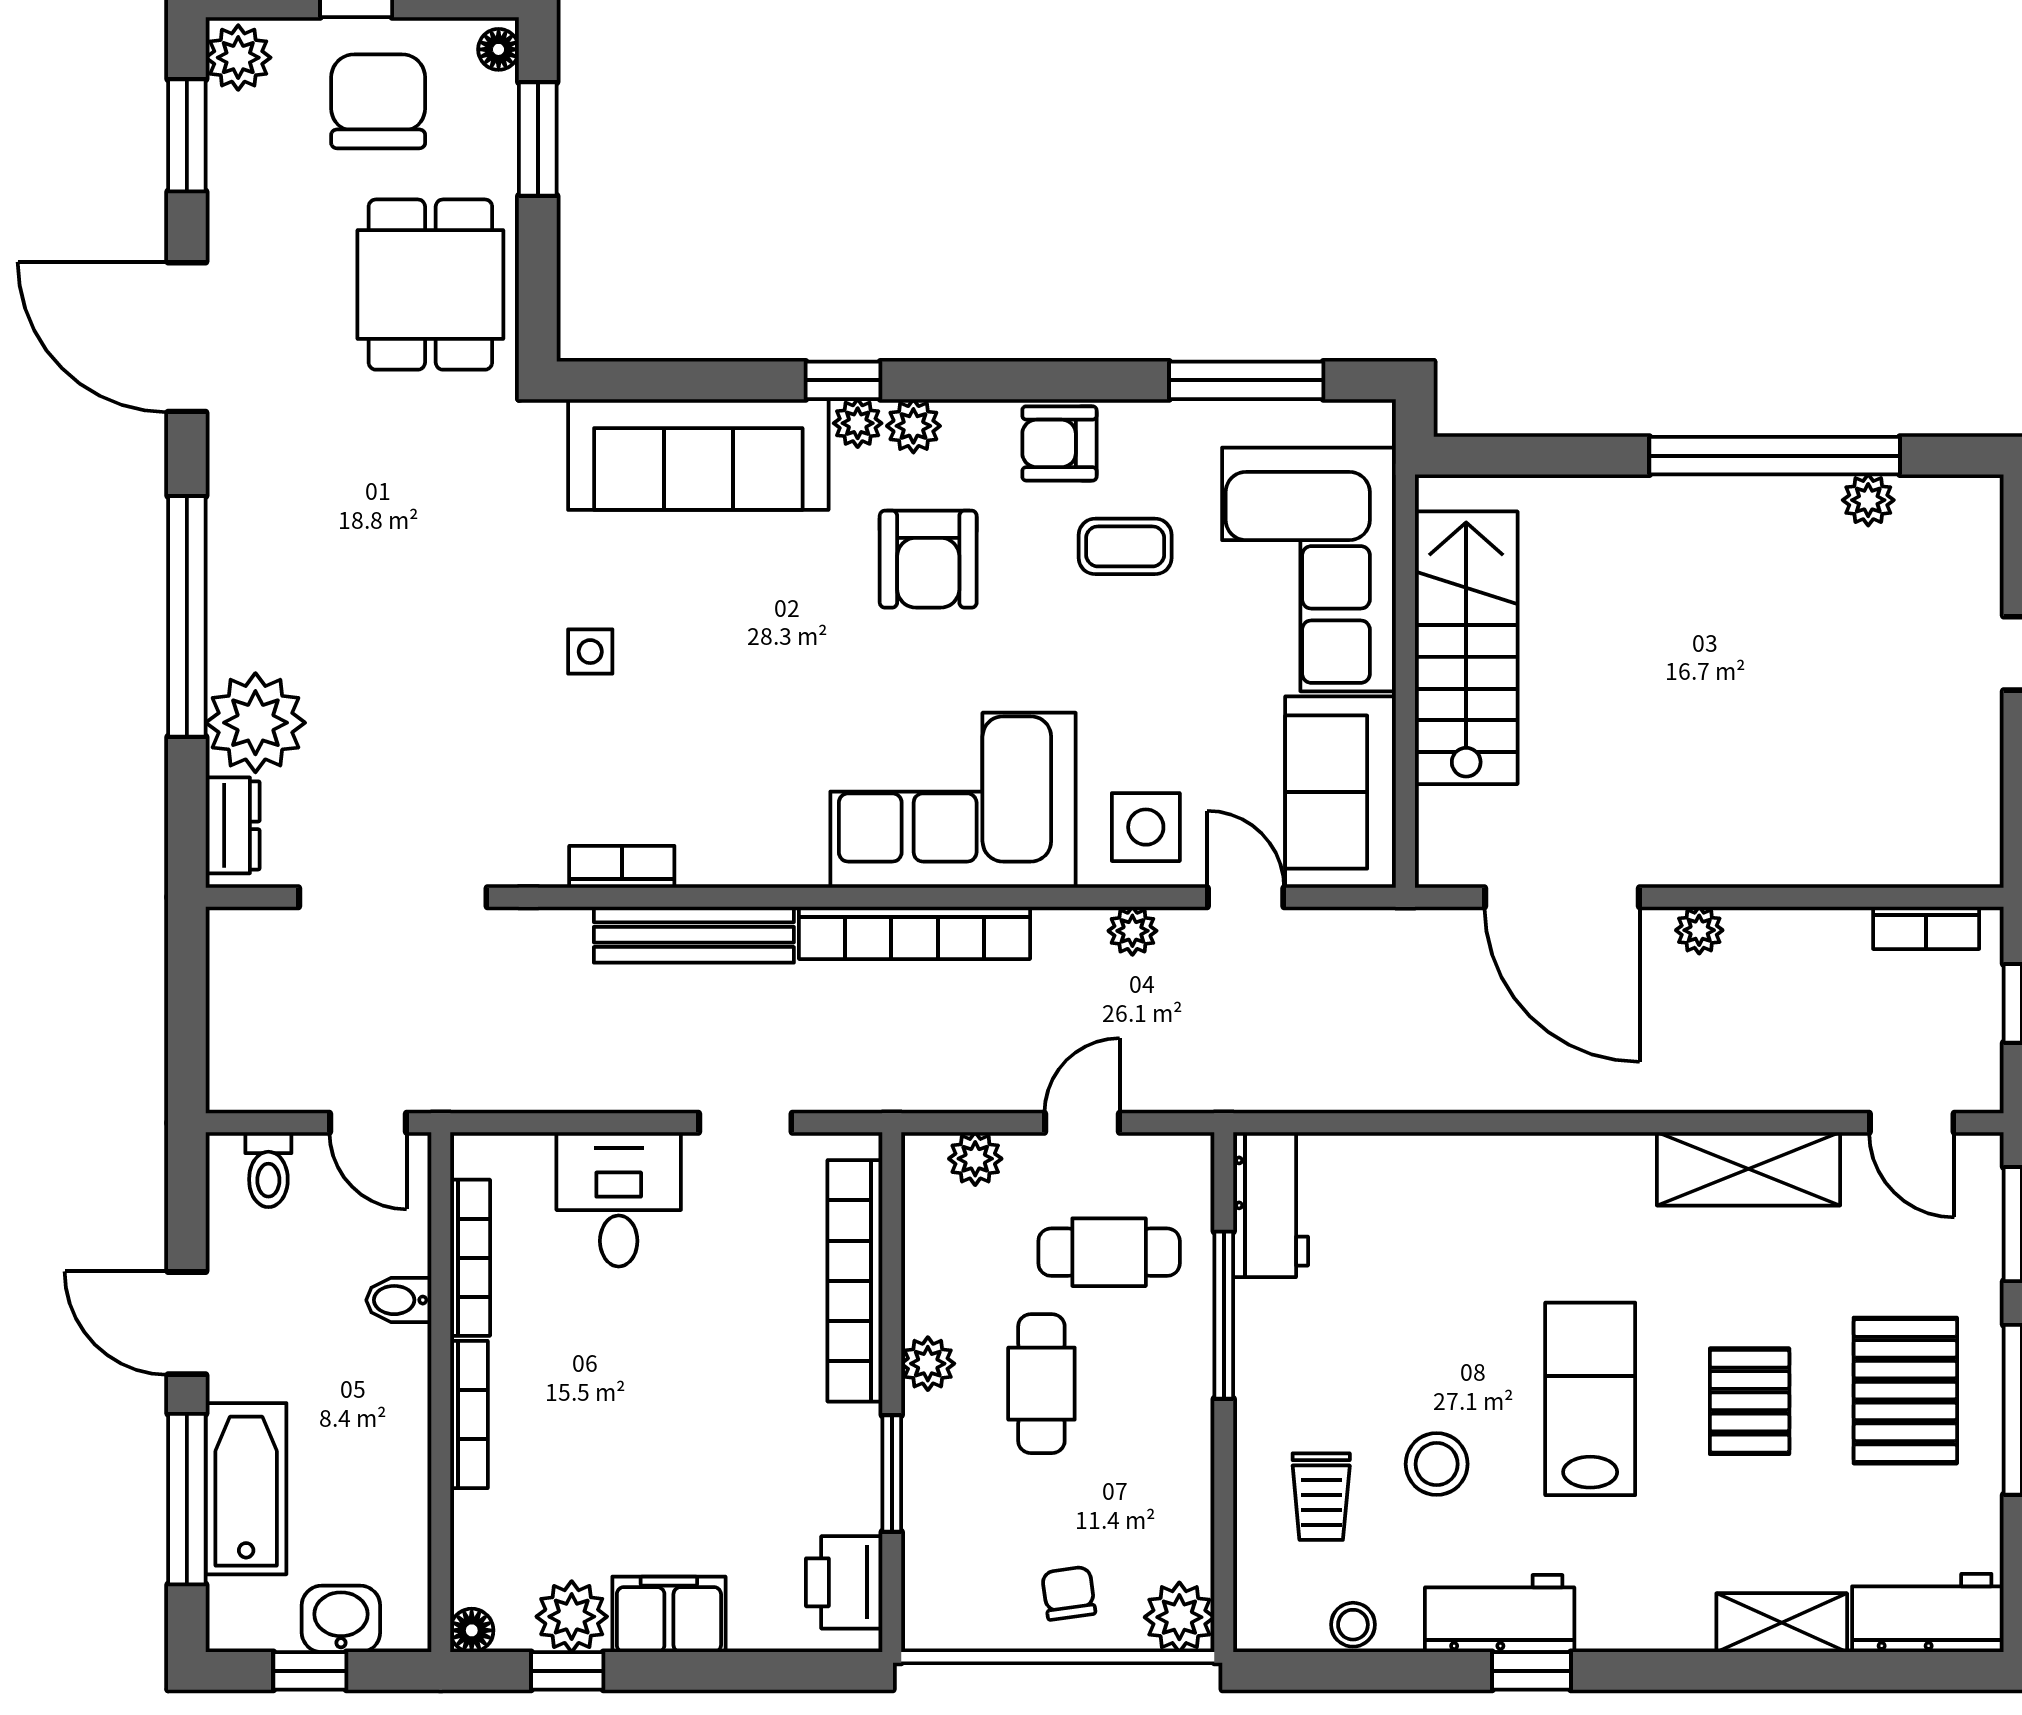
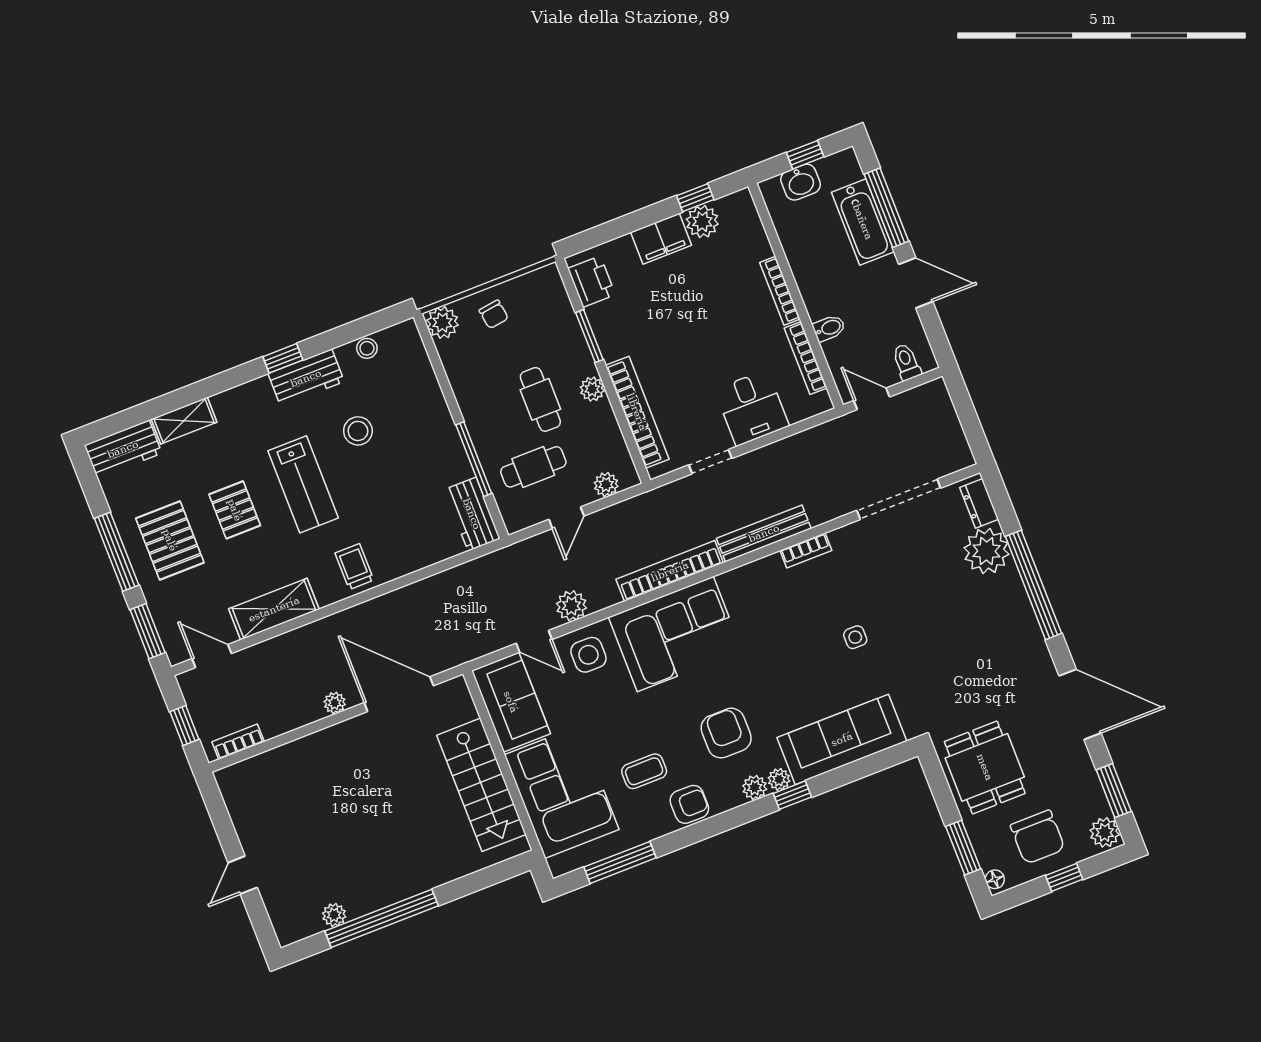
plant: (1132, 931) -> (571, 606), width x1.38, depth x1.38
trolley: (1321, 1497) -> (354, 567), moved
floor lamp: (472, 1630) -> (743, 199), removed

